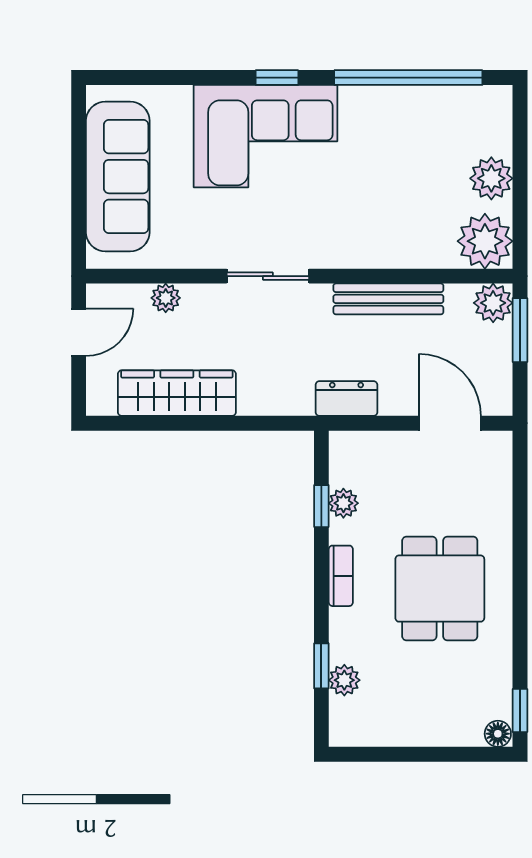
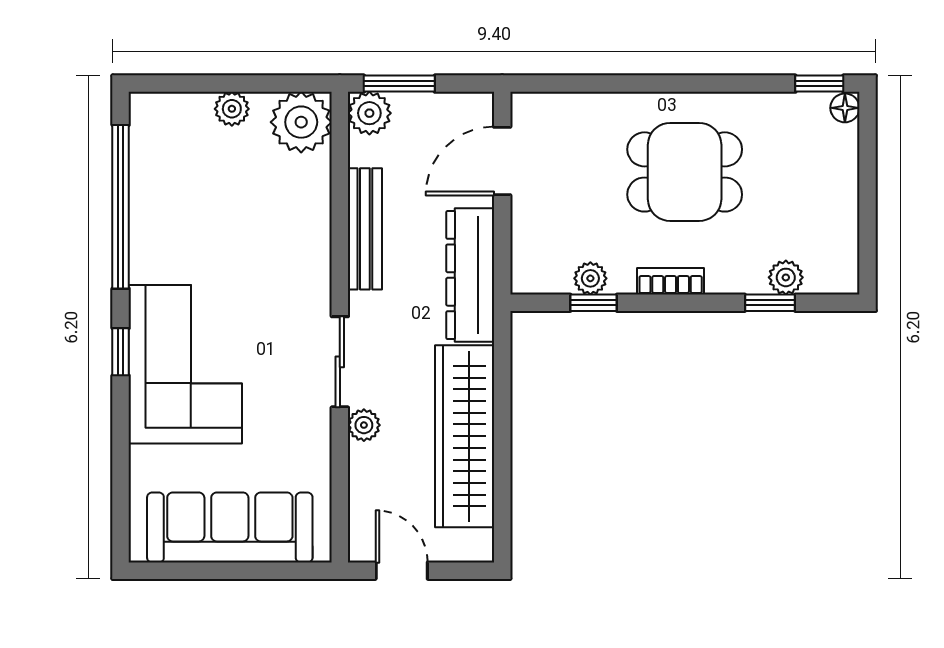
plant: (491, 178) -> (232, 109), width x0.73, depth x0.73
plant: (166, 298) -> (364, 425), moved
wardrobe: (177, 393) -> (465, 436), width x1.40, depth x1.17
dresser: (346, 399) -> (470, 275), width x1.96, depth x1.24

